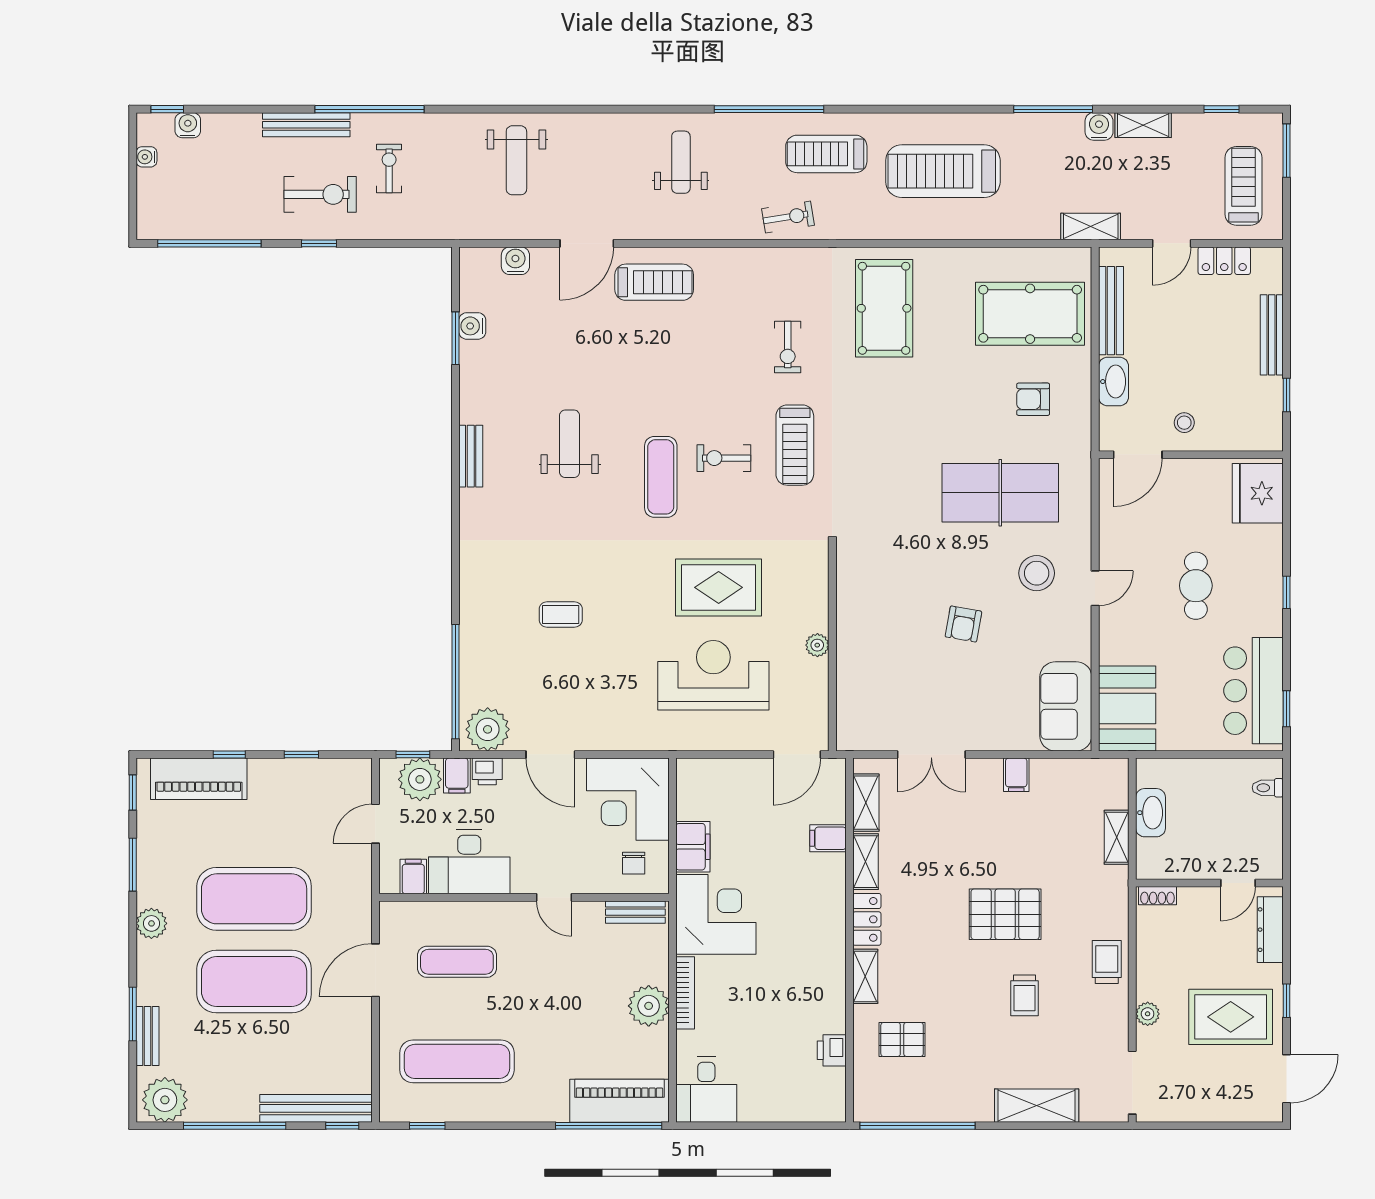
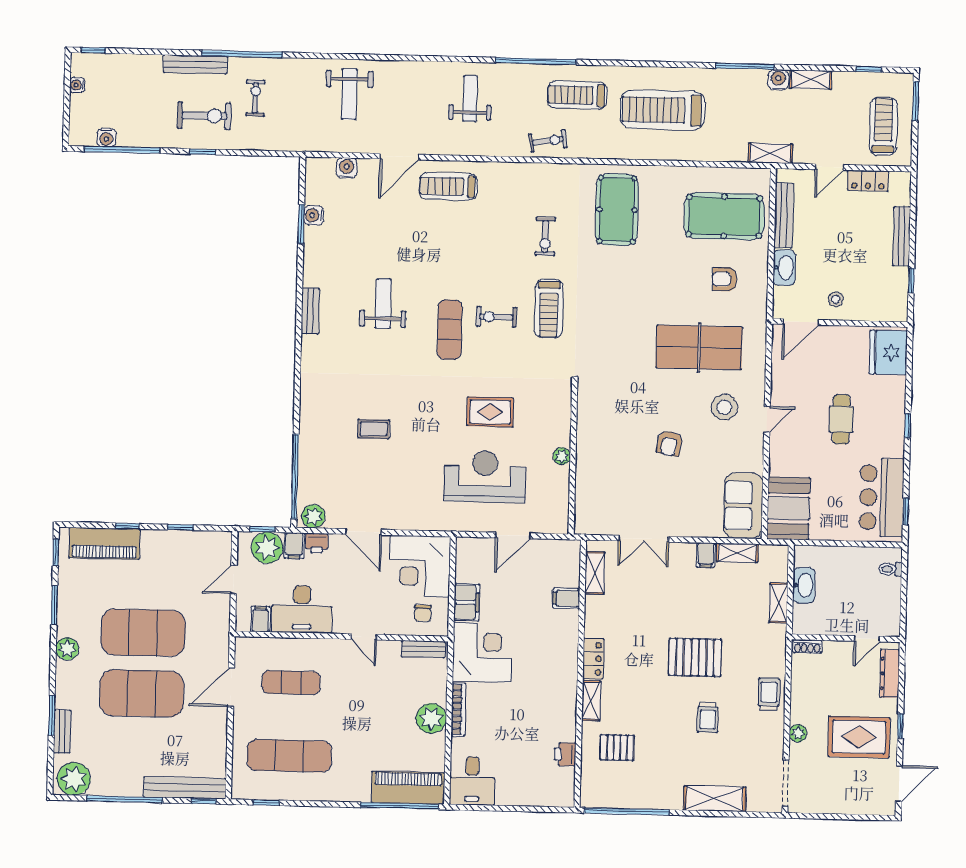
water cooler: (188, 125) -> (106, 138), moved, turned 180
treadmill: (654, 282) -> (448, 186), turned 180
rug: (719, 587) -> (490, 412), width x0.73, depth x0.70
plant: (488, 729) -> (313, 516), width x0.73, depth x0.73
door: (797, 755) -> (513, 535), moved
shelving: (866, 862) -> (737, 553), moved, turned 90

